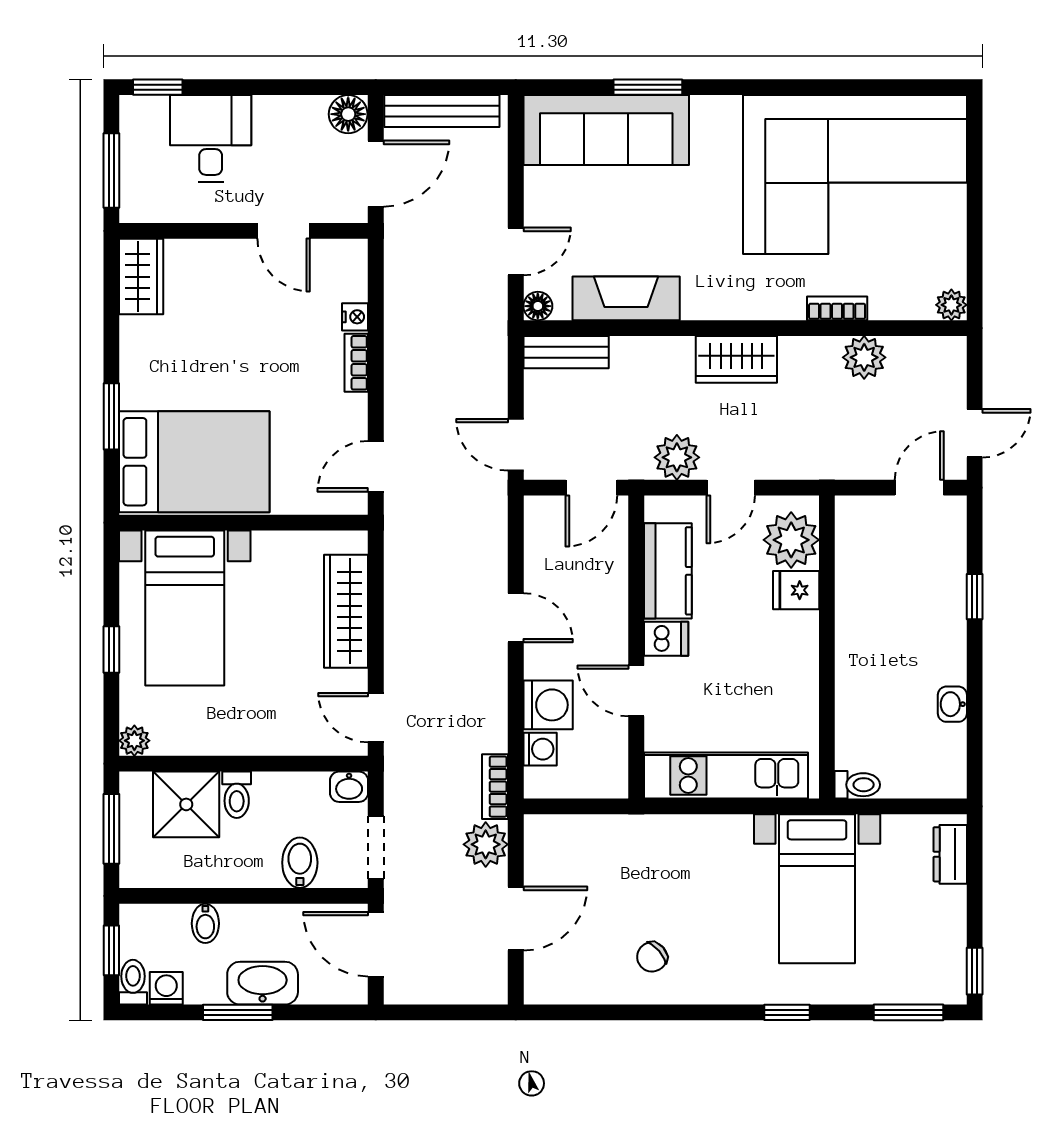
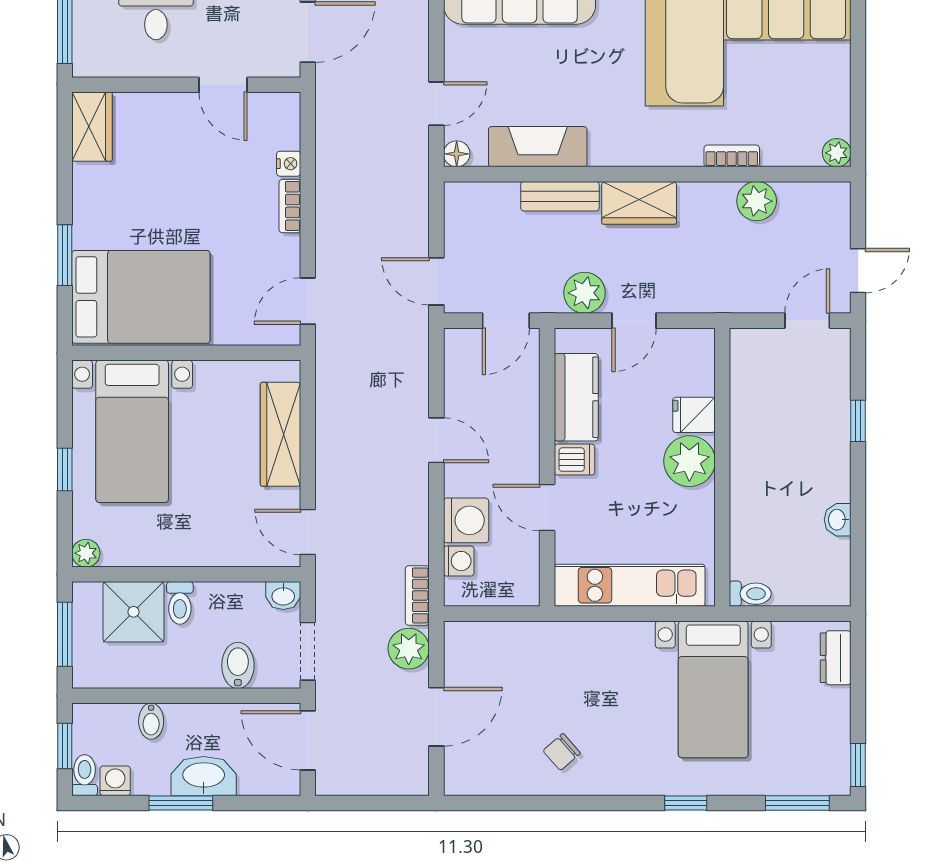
bench: (566, 352) -> (560, 196), moved
plant: (791, 540) -> (689, 461), moved

